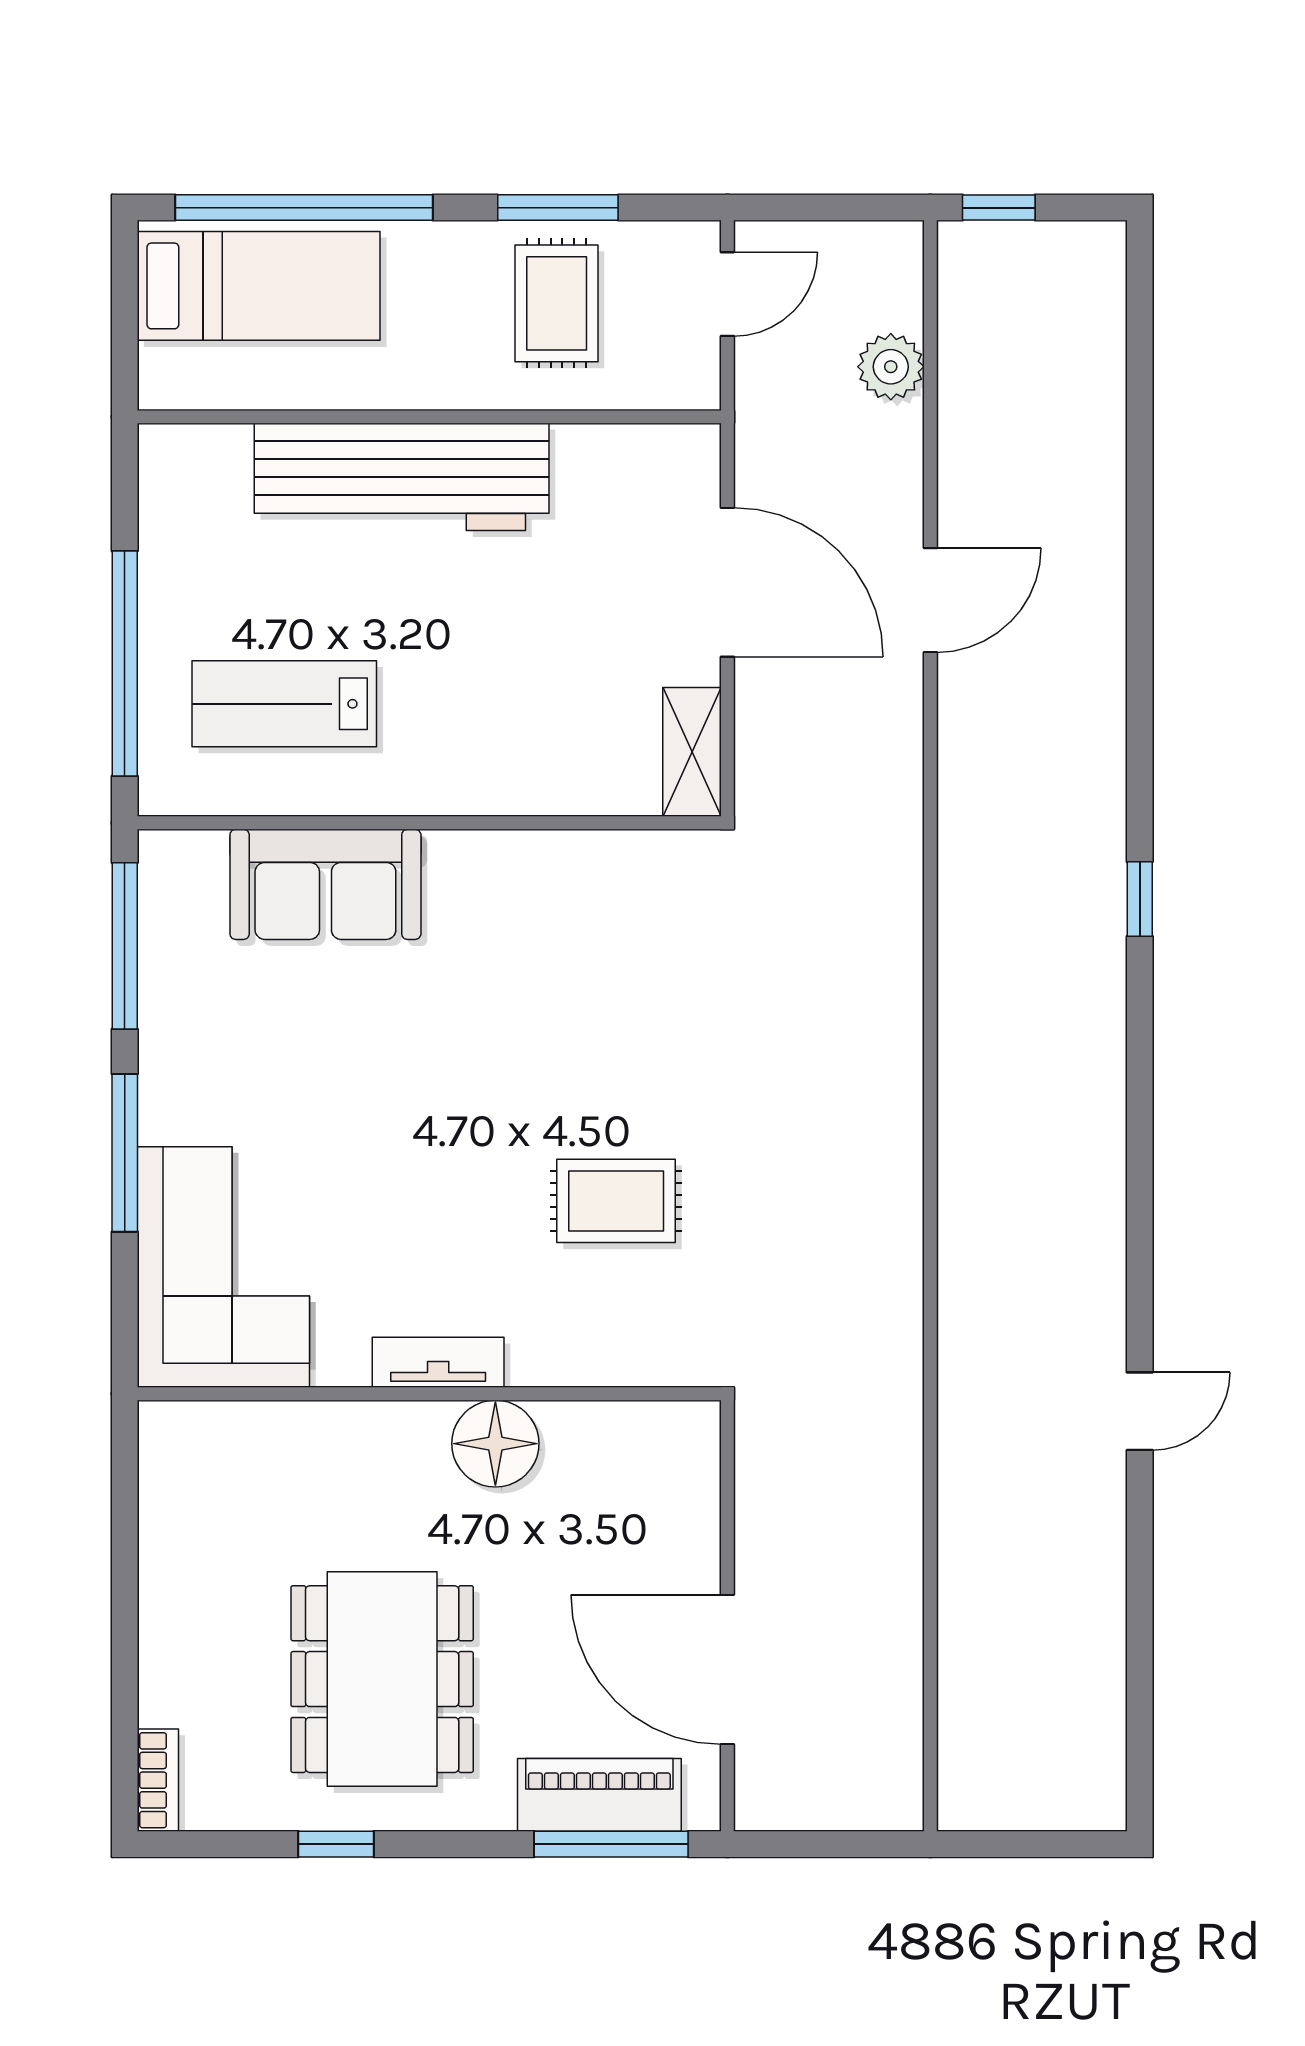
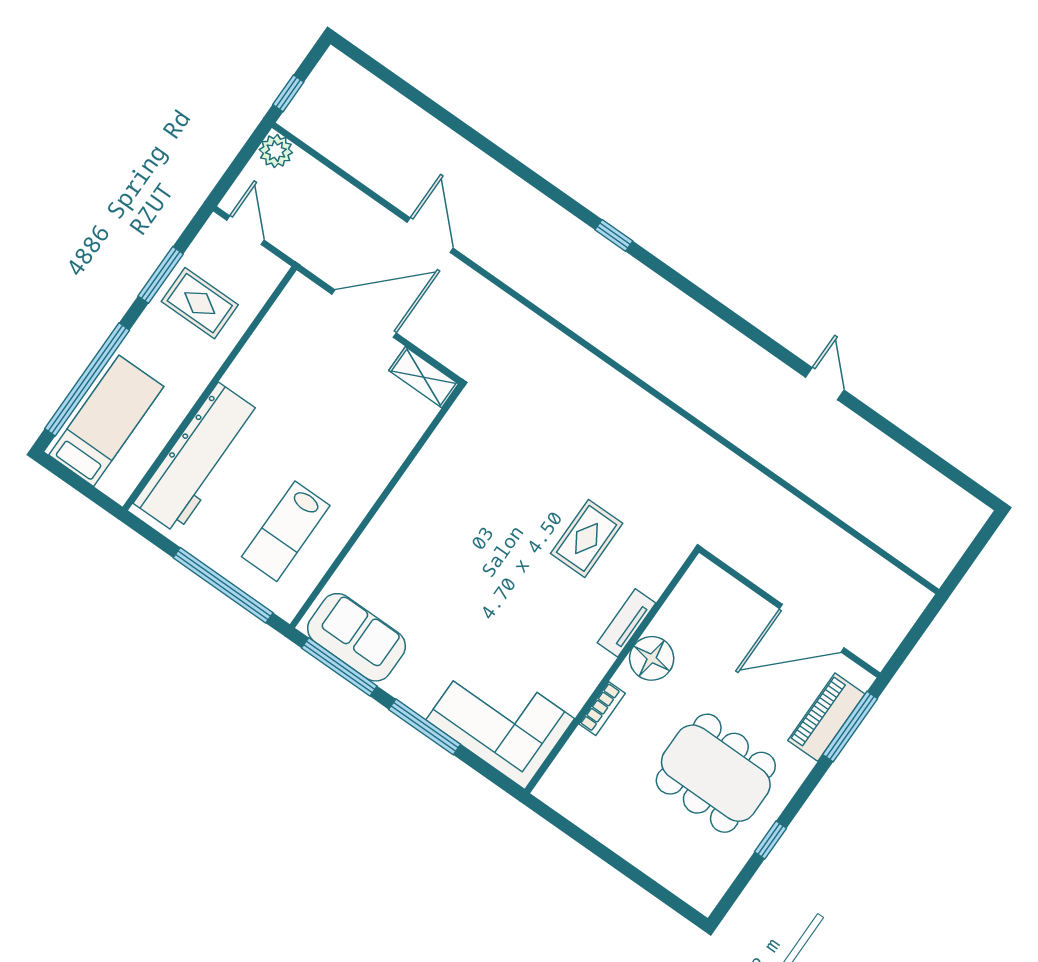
plant: (891, 367) -> (276, 151), moved
workbench: (402, 477) -> (198, 458), moved
sofa: (325, 884) -> (357, 637), moved, turned -90
tv unit: (438, 1362) -> (627, 623), moved
bookcase: (158, 1780) -> (602, 709), moved, turned 90

